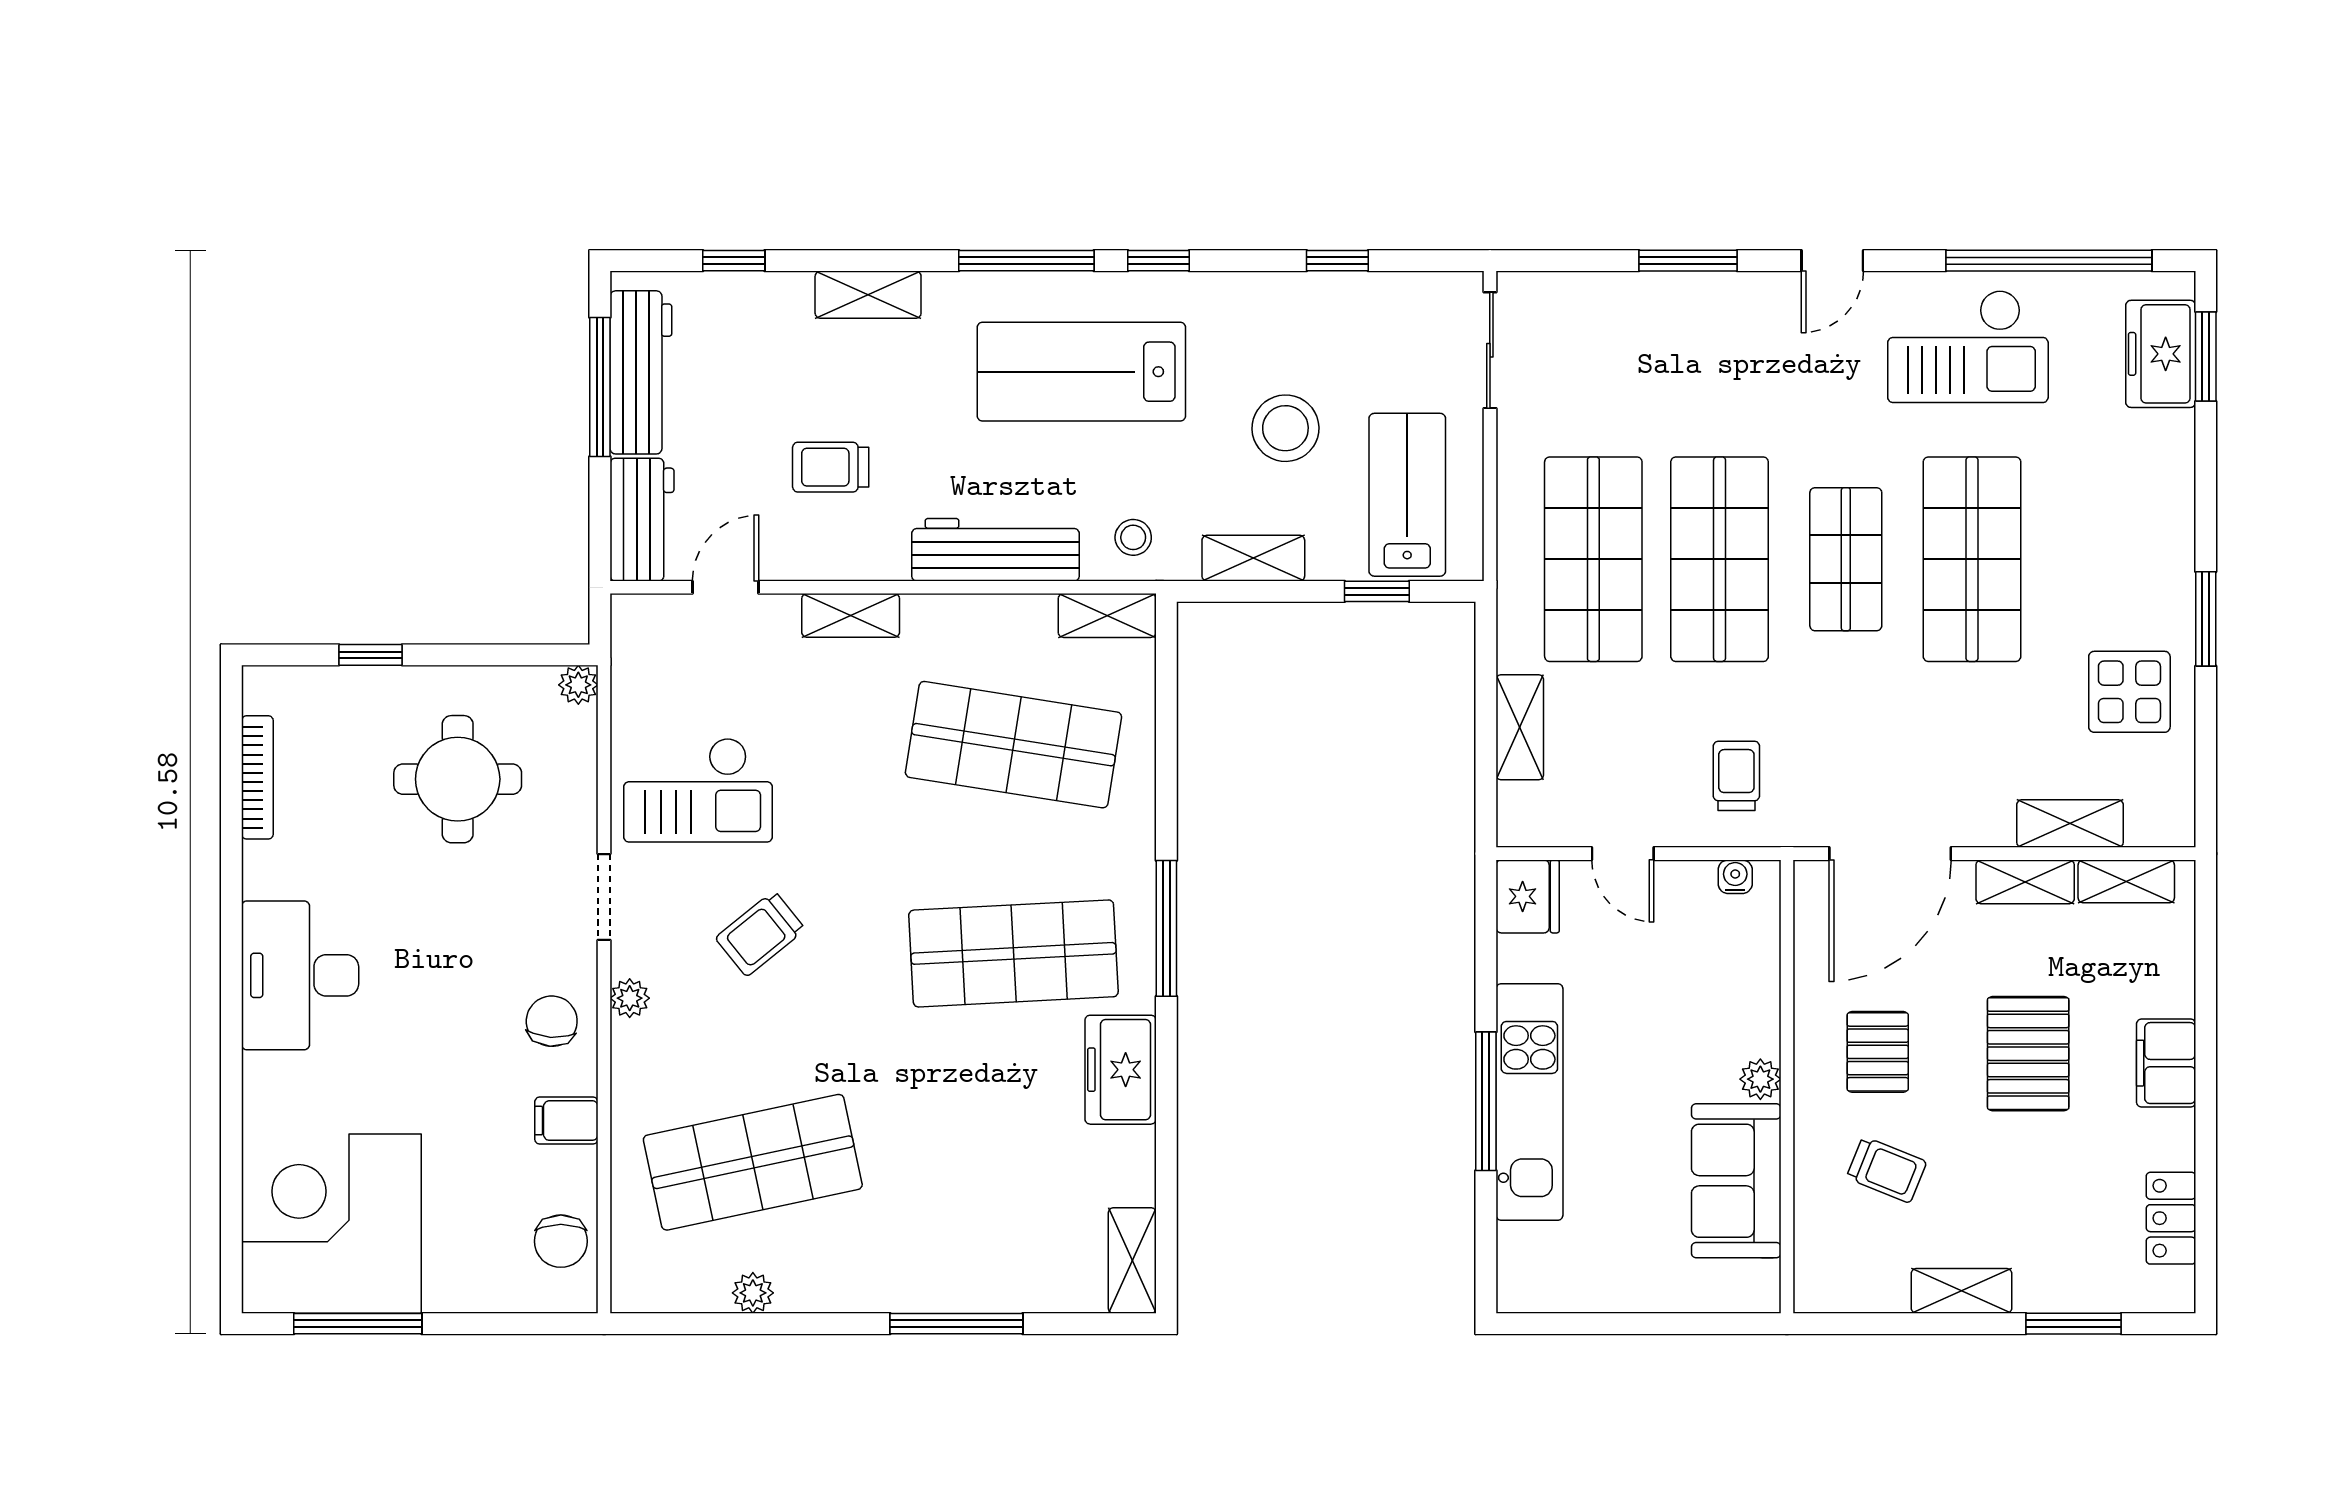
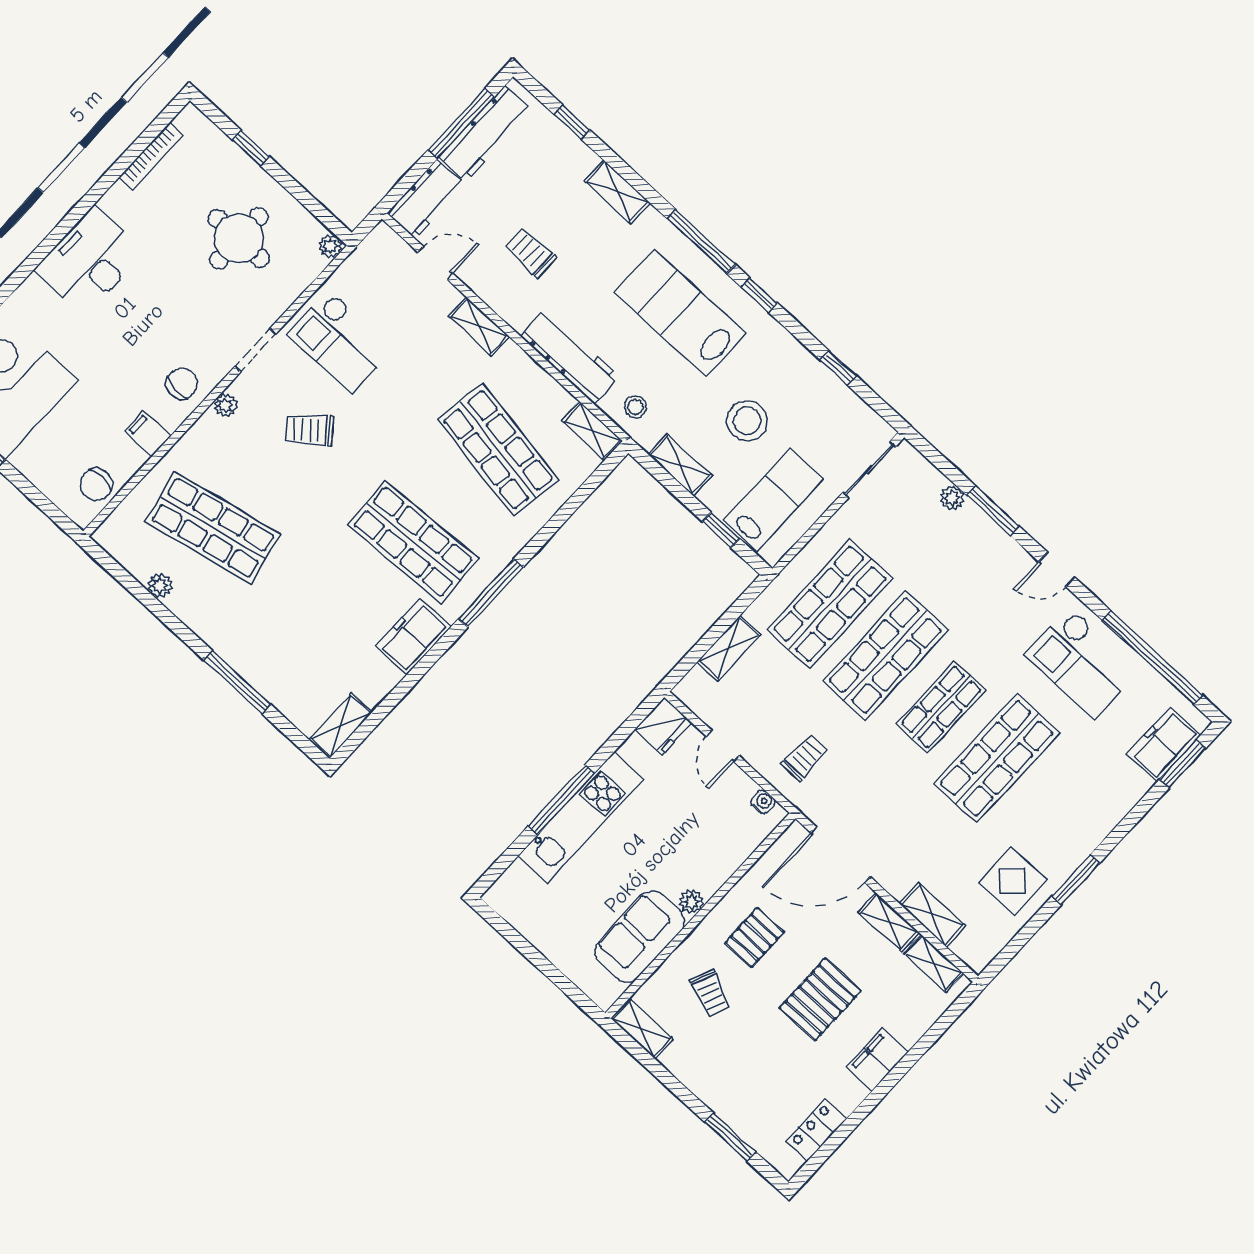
plant: (1623, 291) -> (952, 498), added
shelving: (1961, 1291) -> (642, 1029), moved

